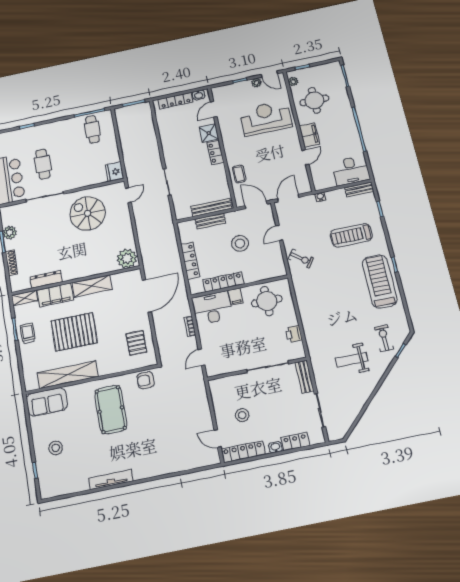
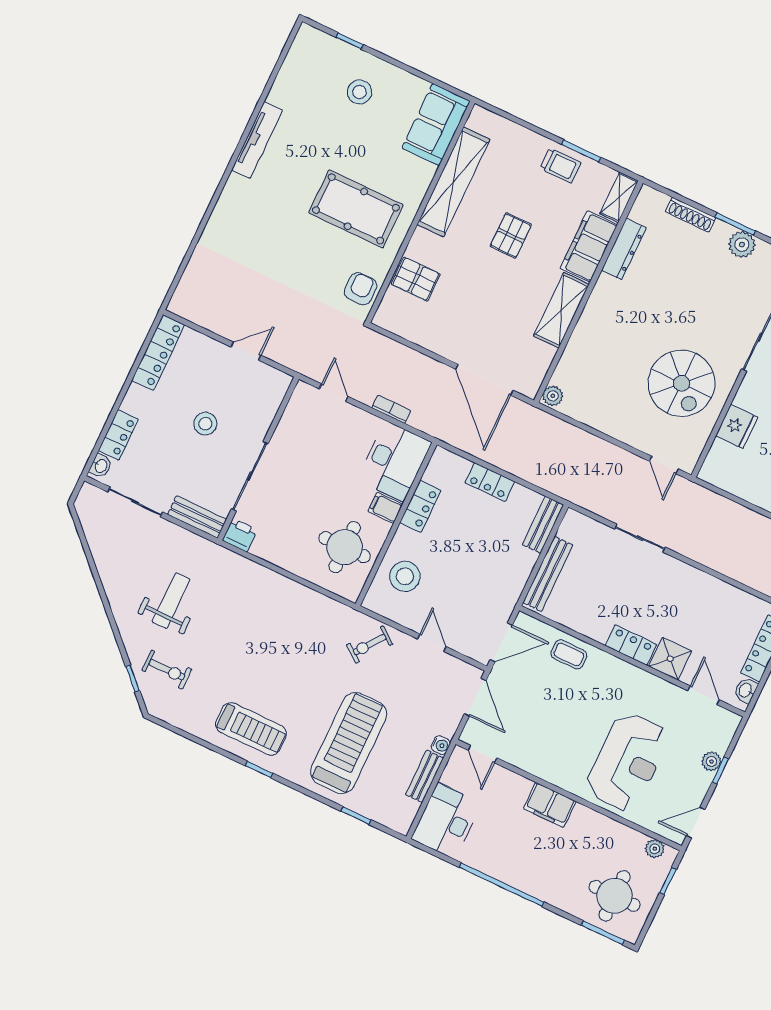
plant: (256, 83) -> (711, 761), moved
round table: (314, 100) -> (615, 896), moved
door: (305, 157) -> (482, 754), moved
fridge: (114, 172) -> (737, 426), moved, turned 90
bench: (359, 189) -> (424, 776), moved
spiral stairs: (88, 213) -> (682, 383), turned 90
bench: (210, 221) -> (543, 525), moved
treadmill: (351, 235) -> (349, 743), width x1.37, depth x1.38
stool: (240, 243) -> (405, 576), moved
plant: (127, 258) -> (553, 396), width x0.53, depth x0.53
locker: (190, 261) -> (490, 482), width x0.66
treadmill: (380, 281) -> (251, 729), width x0.73, depth x0.73
locker: (223, 282) -> (420, 506), width x0.66
pallet: (74, 332) -> (511, 235), width x0.49, depth x0.50
printer: (294, 334) -> (240, 535), moved
pallet: (136, 343) -> (416, 279), moved
stool: (242, 415) -> (205, 424), moved
door: (218, 438) -> (246, 351), moved
washbasin: (275, 447) -> (101, 466), moved

